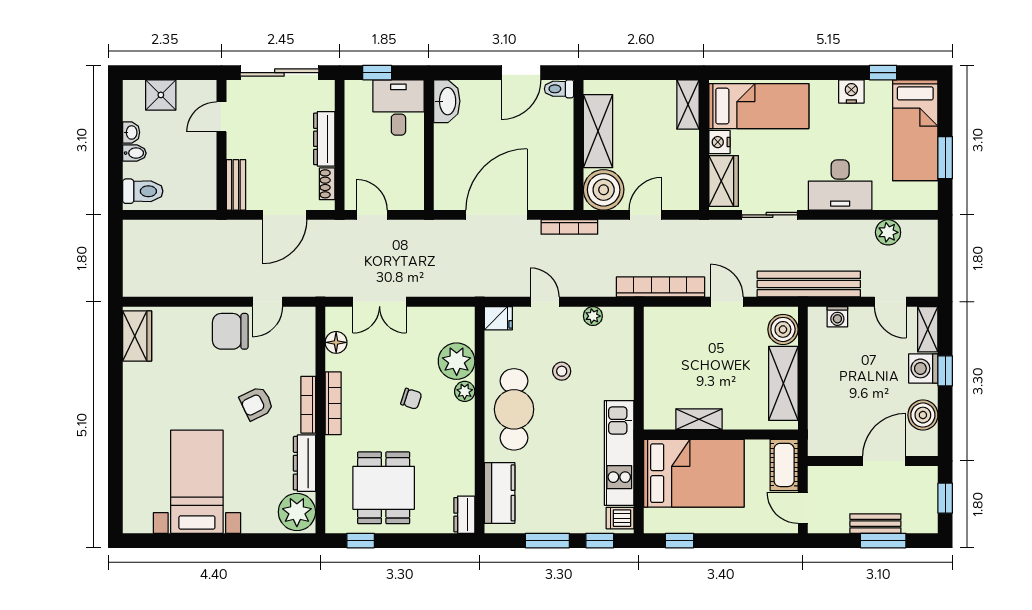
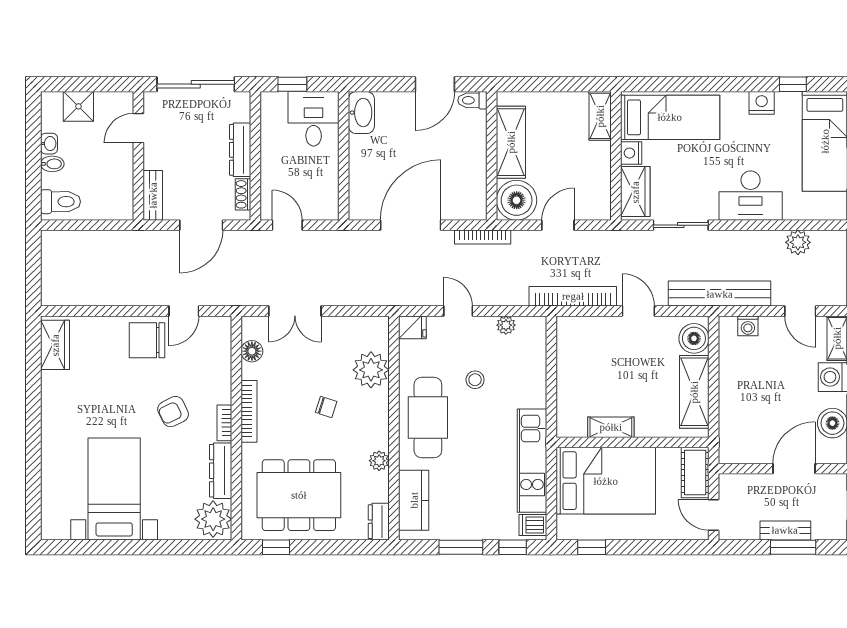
plant: (465, 391) -> (379, 461), moved
bookcase: (308, 405) -> (224, 423), width x0.64
dining table: (384, 488) -> (299, 495), width x1.38

